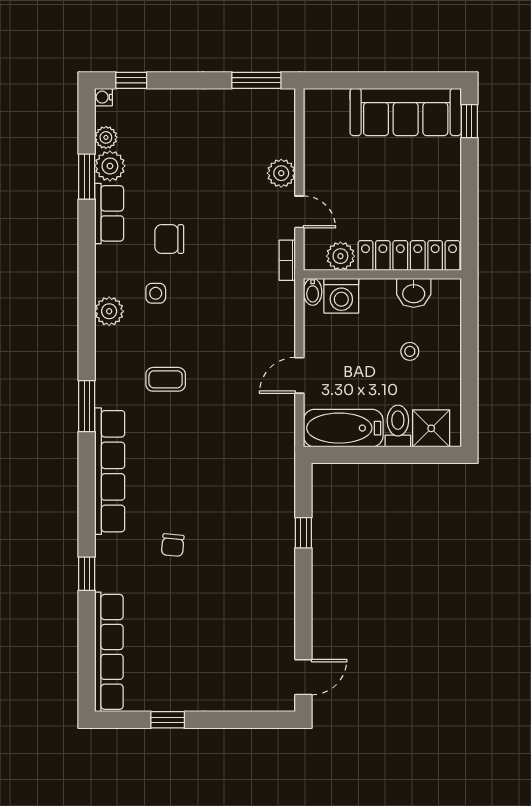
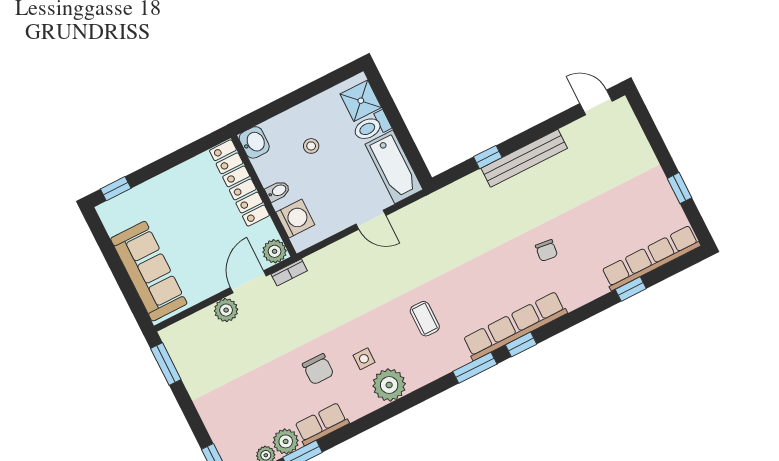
sofa: (406, 112) -> (149, 271), moved
door: (299, 212) -> (248, 282), width x1.38
plant: (340, 256) -> (275, 251), moved
bidet: (313, 292) -> (278, 191), moved
washbasin: (414, 293) -> (254, 142), moved
plant: (109, 311) -> (389, 385), width x1.36, depth x1.36
window: (87, 468) -> (521, 344), added
chair: (173, 545) -> (546, 251), turned 92
bench: (283, 571) -> (524, 158), added
window: (87, 574) -> (631, 289), moved

